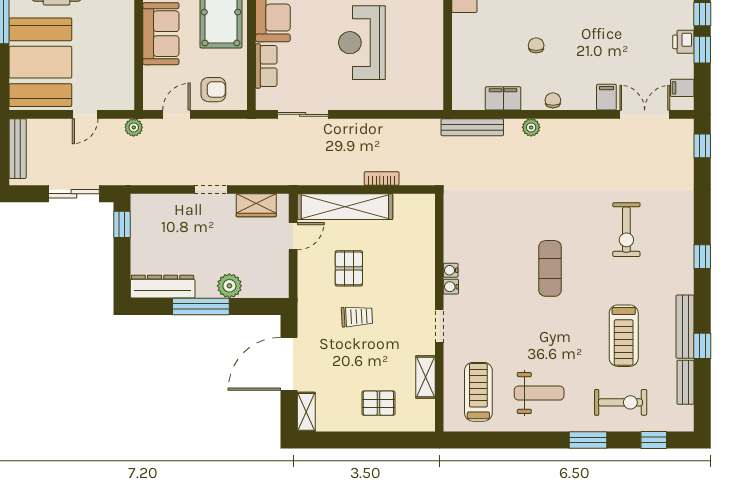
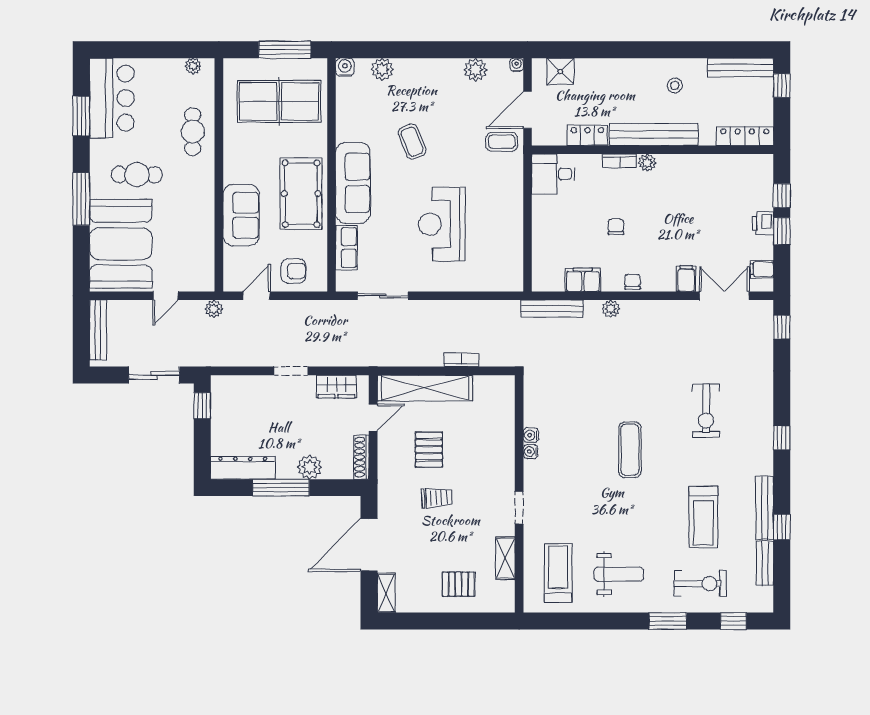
shoe rack: (281, 276) -> (361, 457), added
water cooler: (451, 287) -> (531, 435), moved

